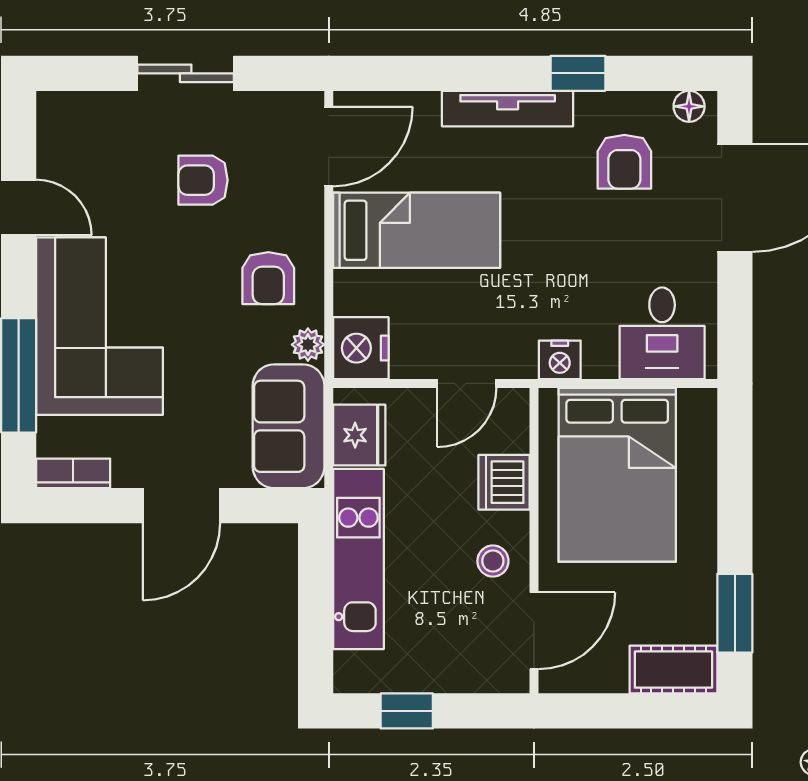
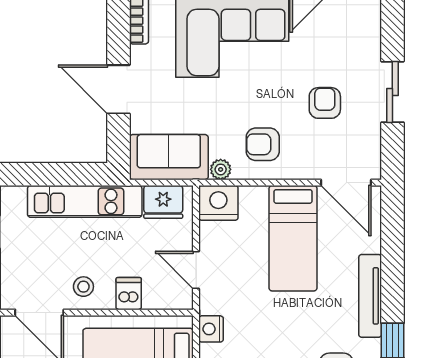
dishwasher: (504, 482) -> (129, 294), width x0.73

